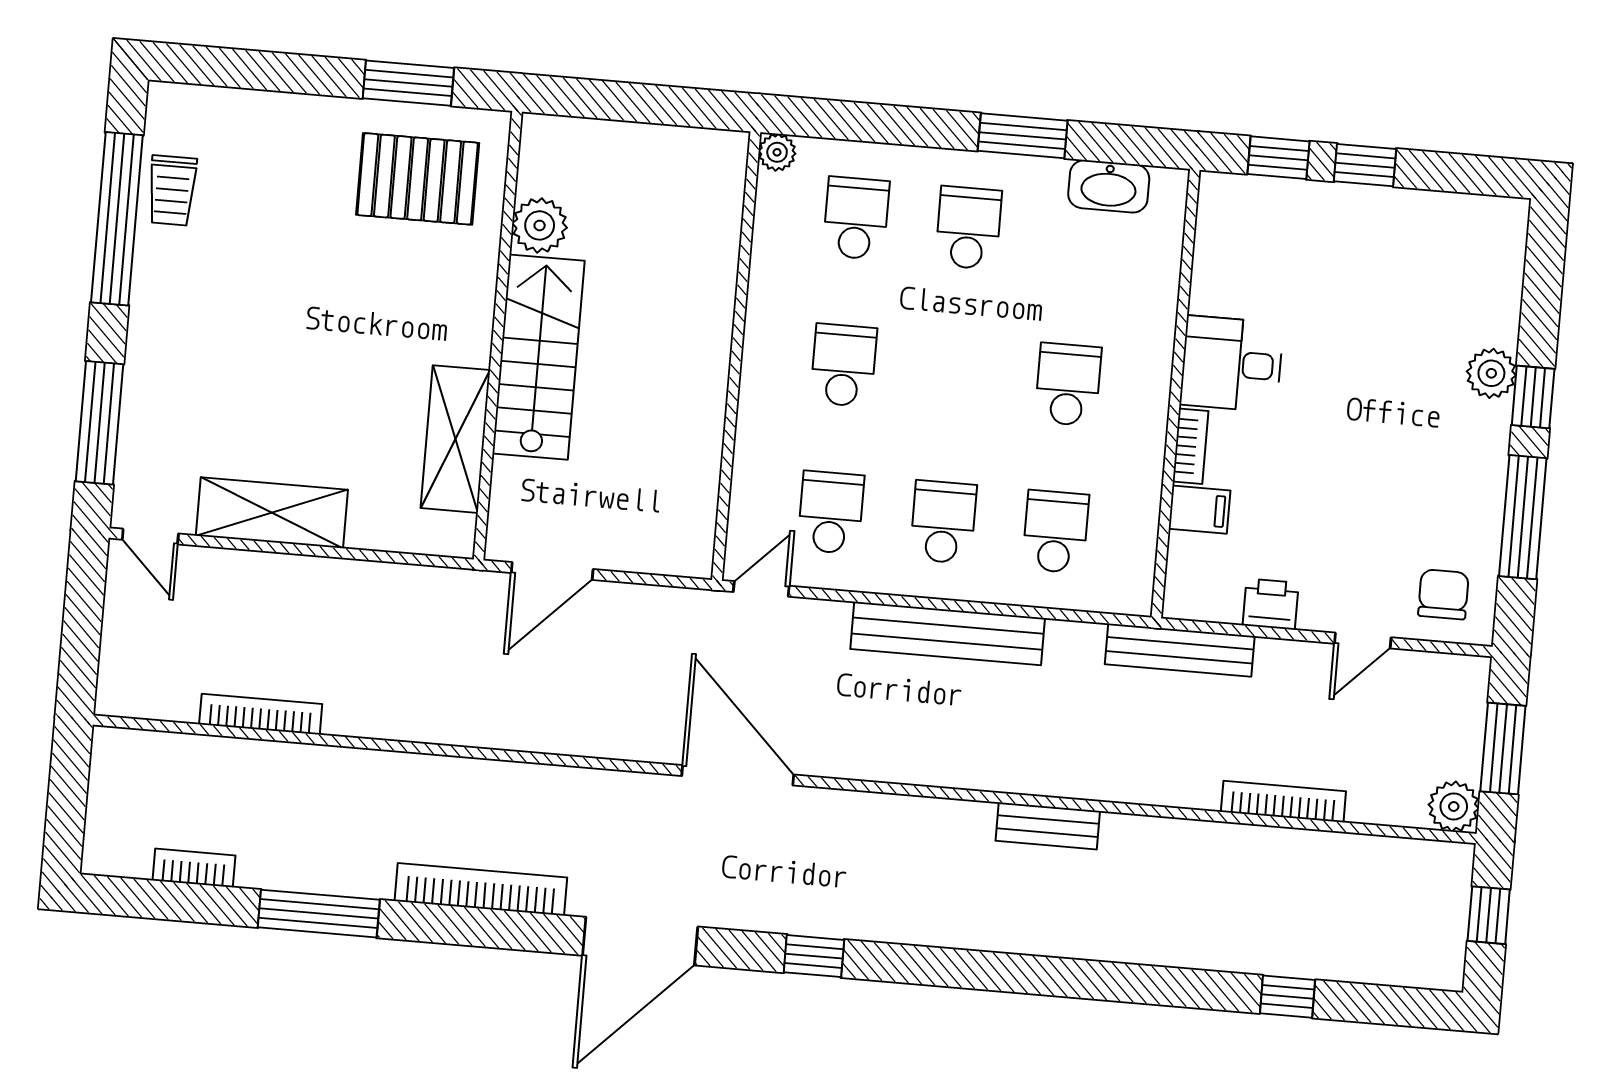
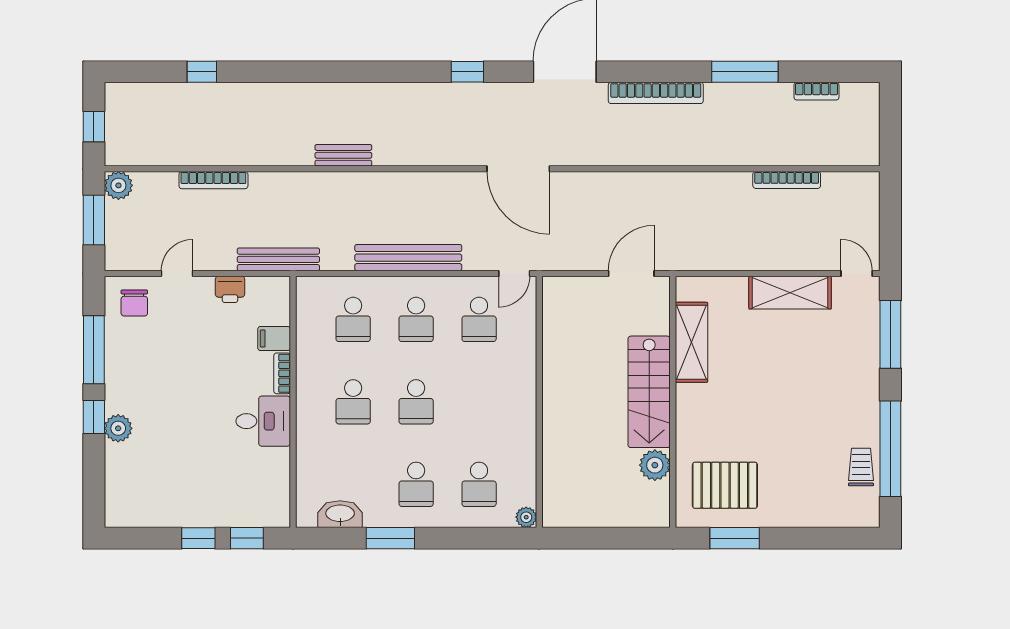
school desk: (844, 365) -> (416, 402), moved

